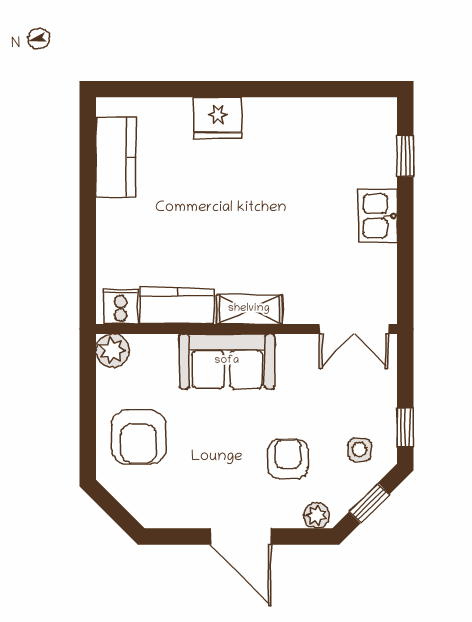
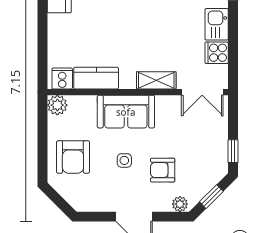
cooker: (378, 263) -> (217, 53), added
shelving: (249, 309) -> (156, 80), moved
side table: (359, 450) -> (124, 160), moved
armchair: (288, 459) -> (163, 170), turned -90

